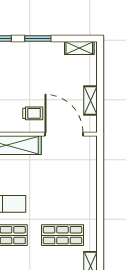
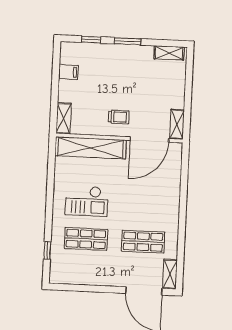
shelving: (90, 100) -> (177, 124), moved
door: (64, 134) -> (149, 139), swing flipped

